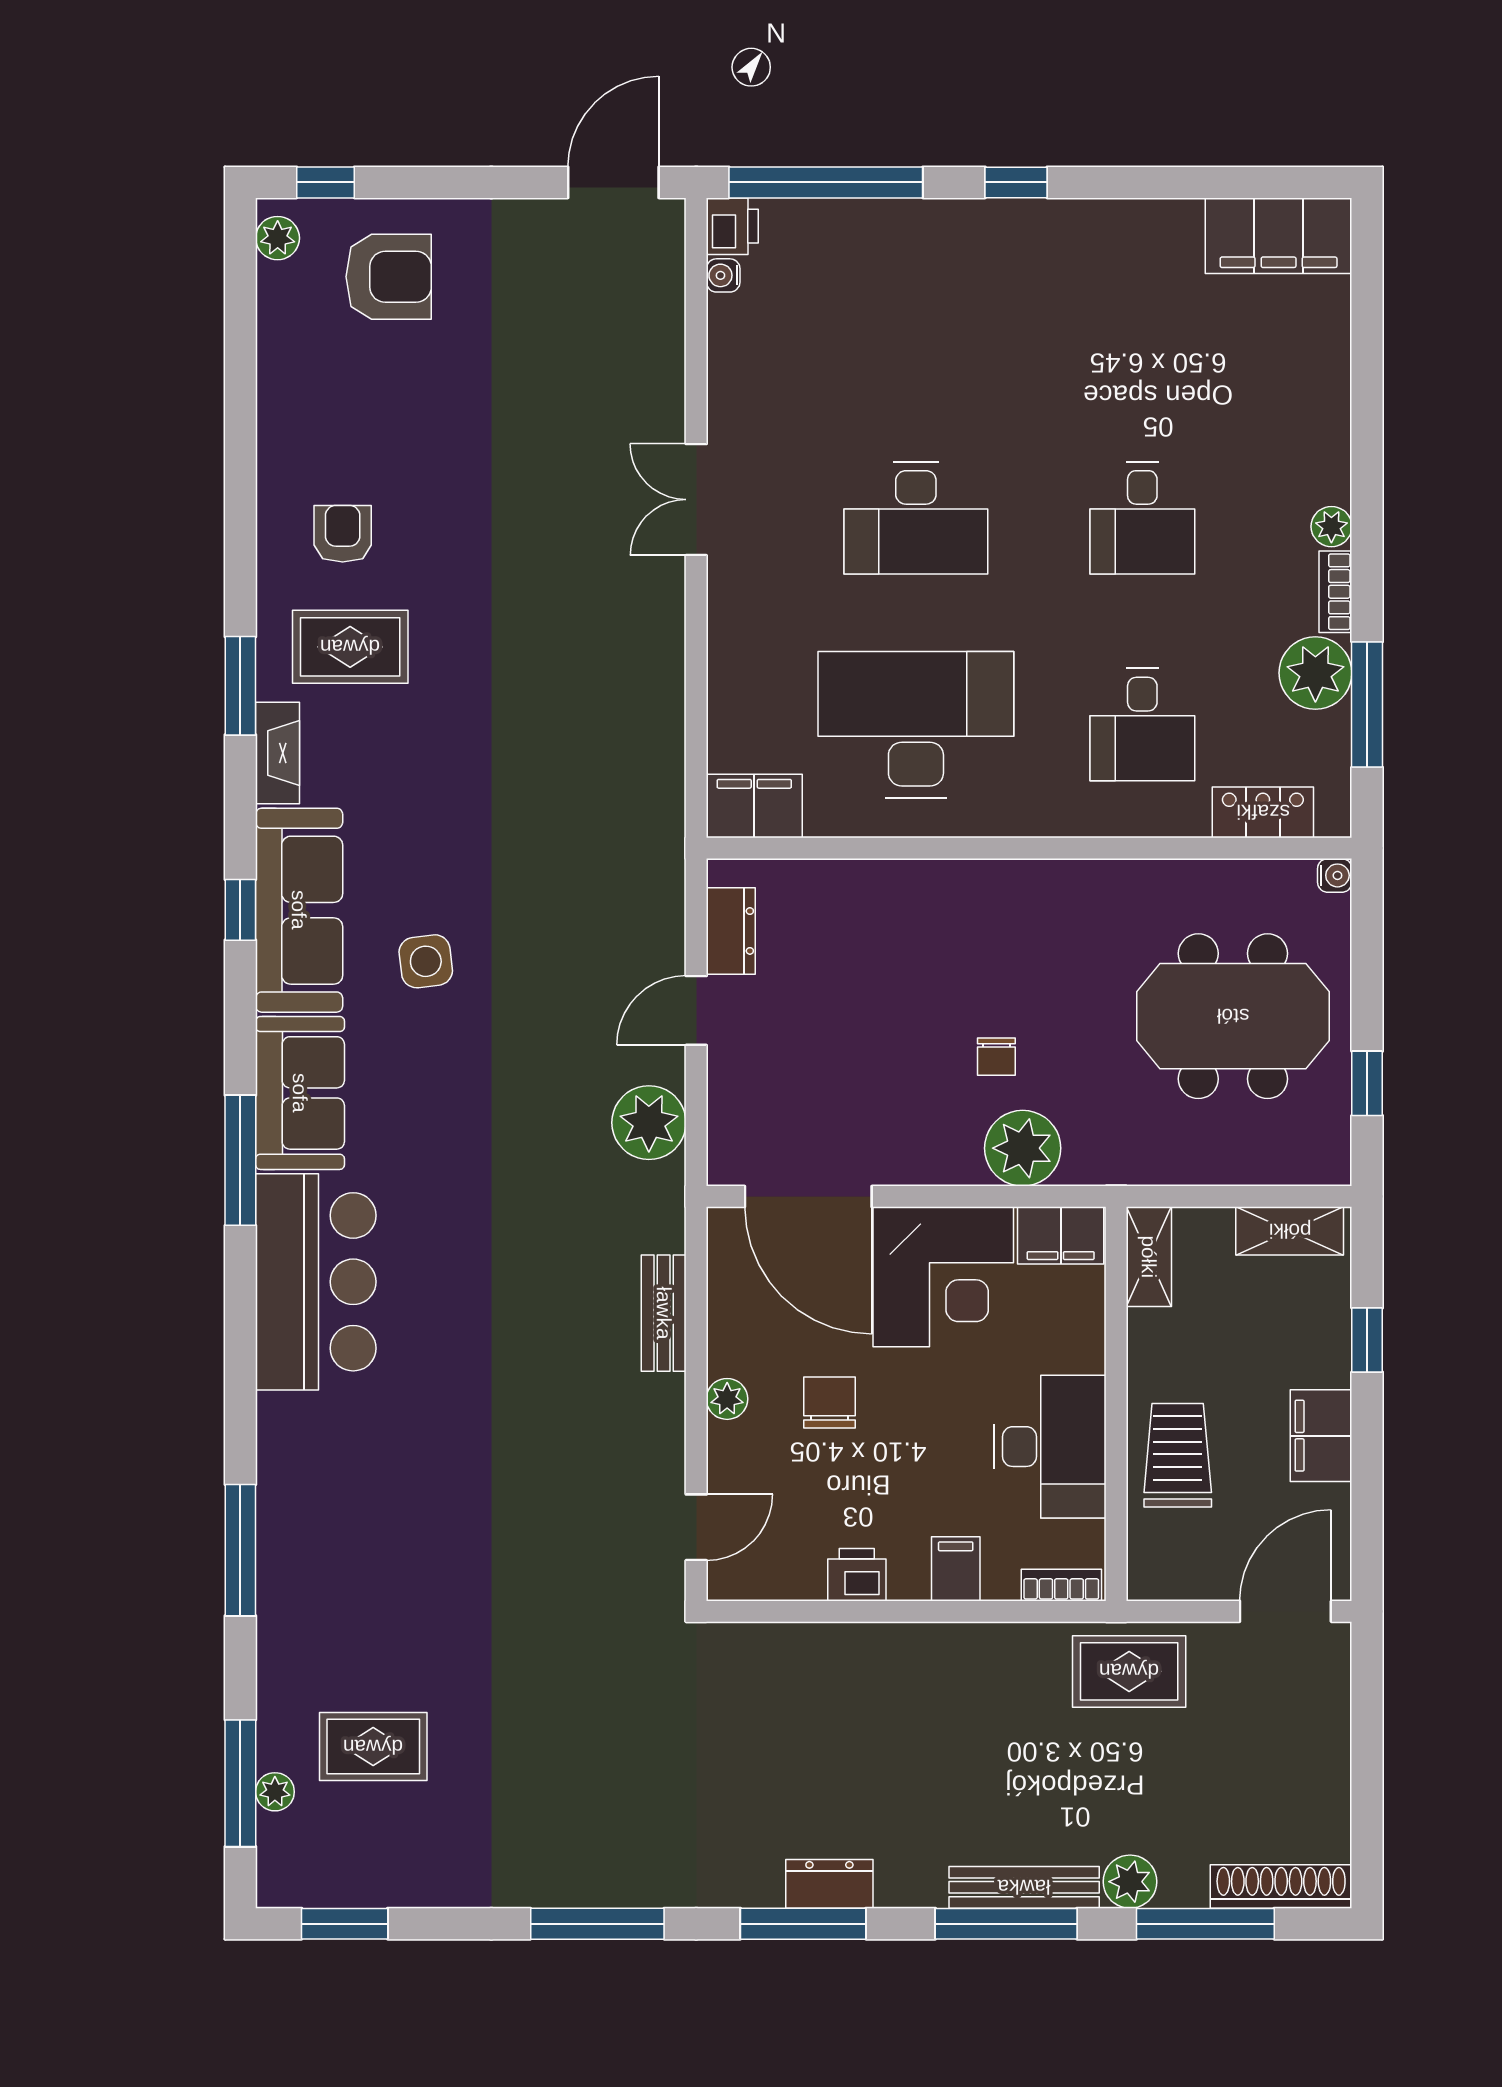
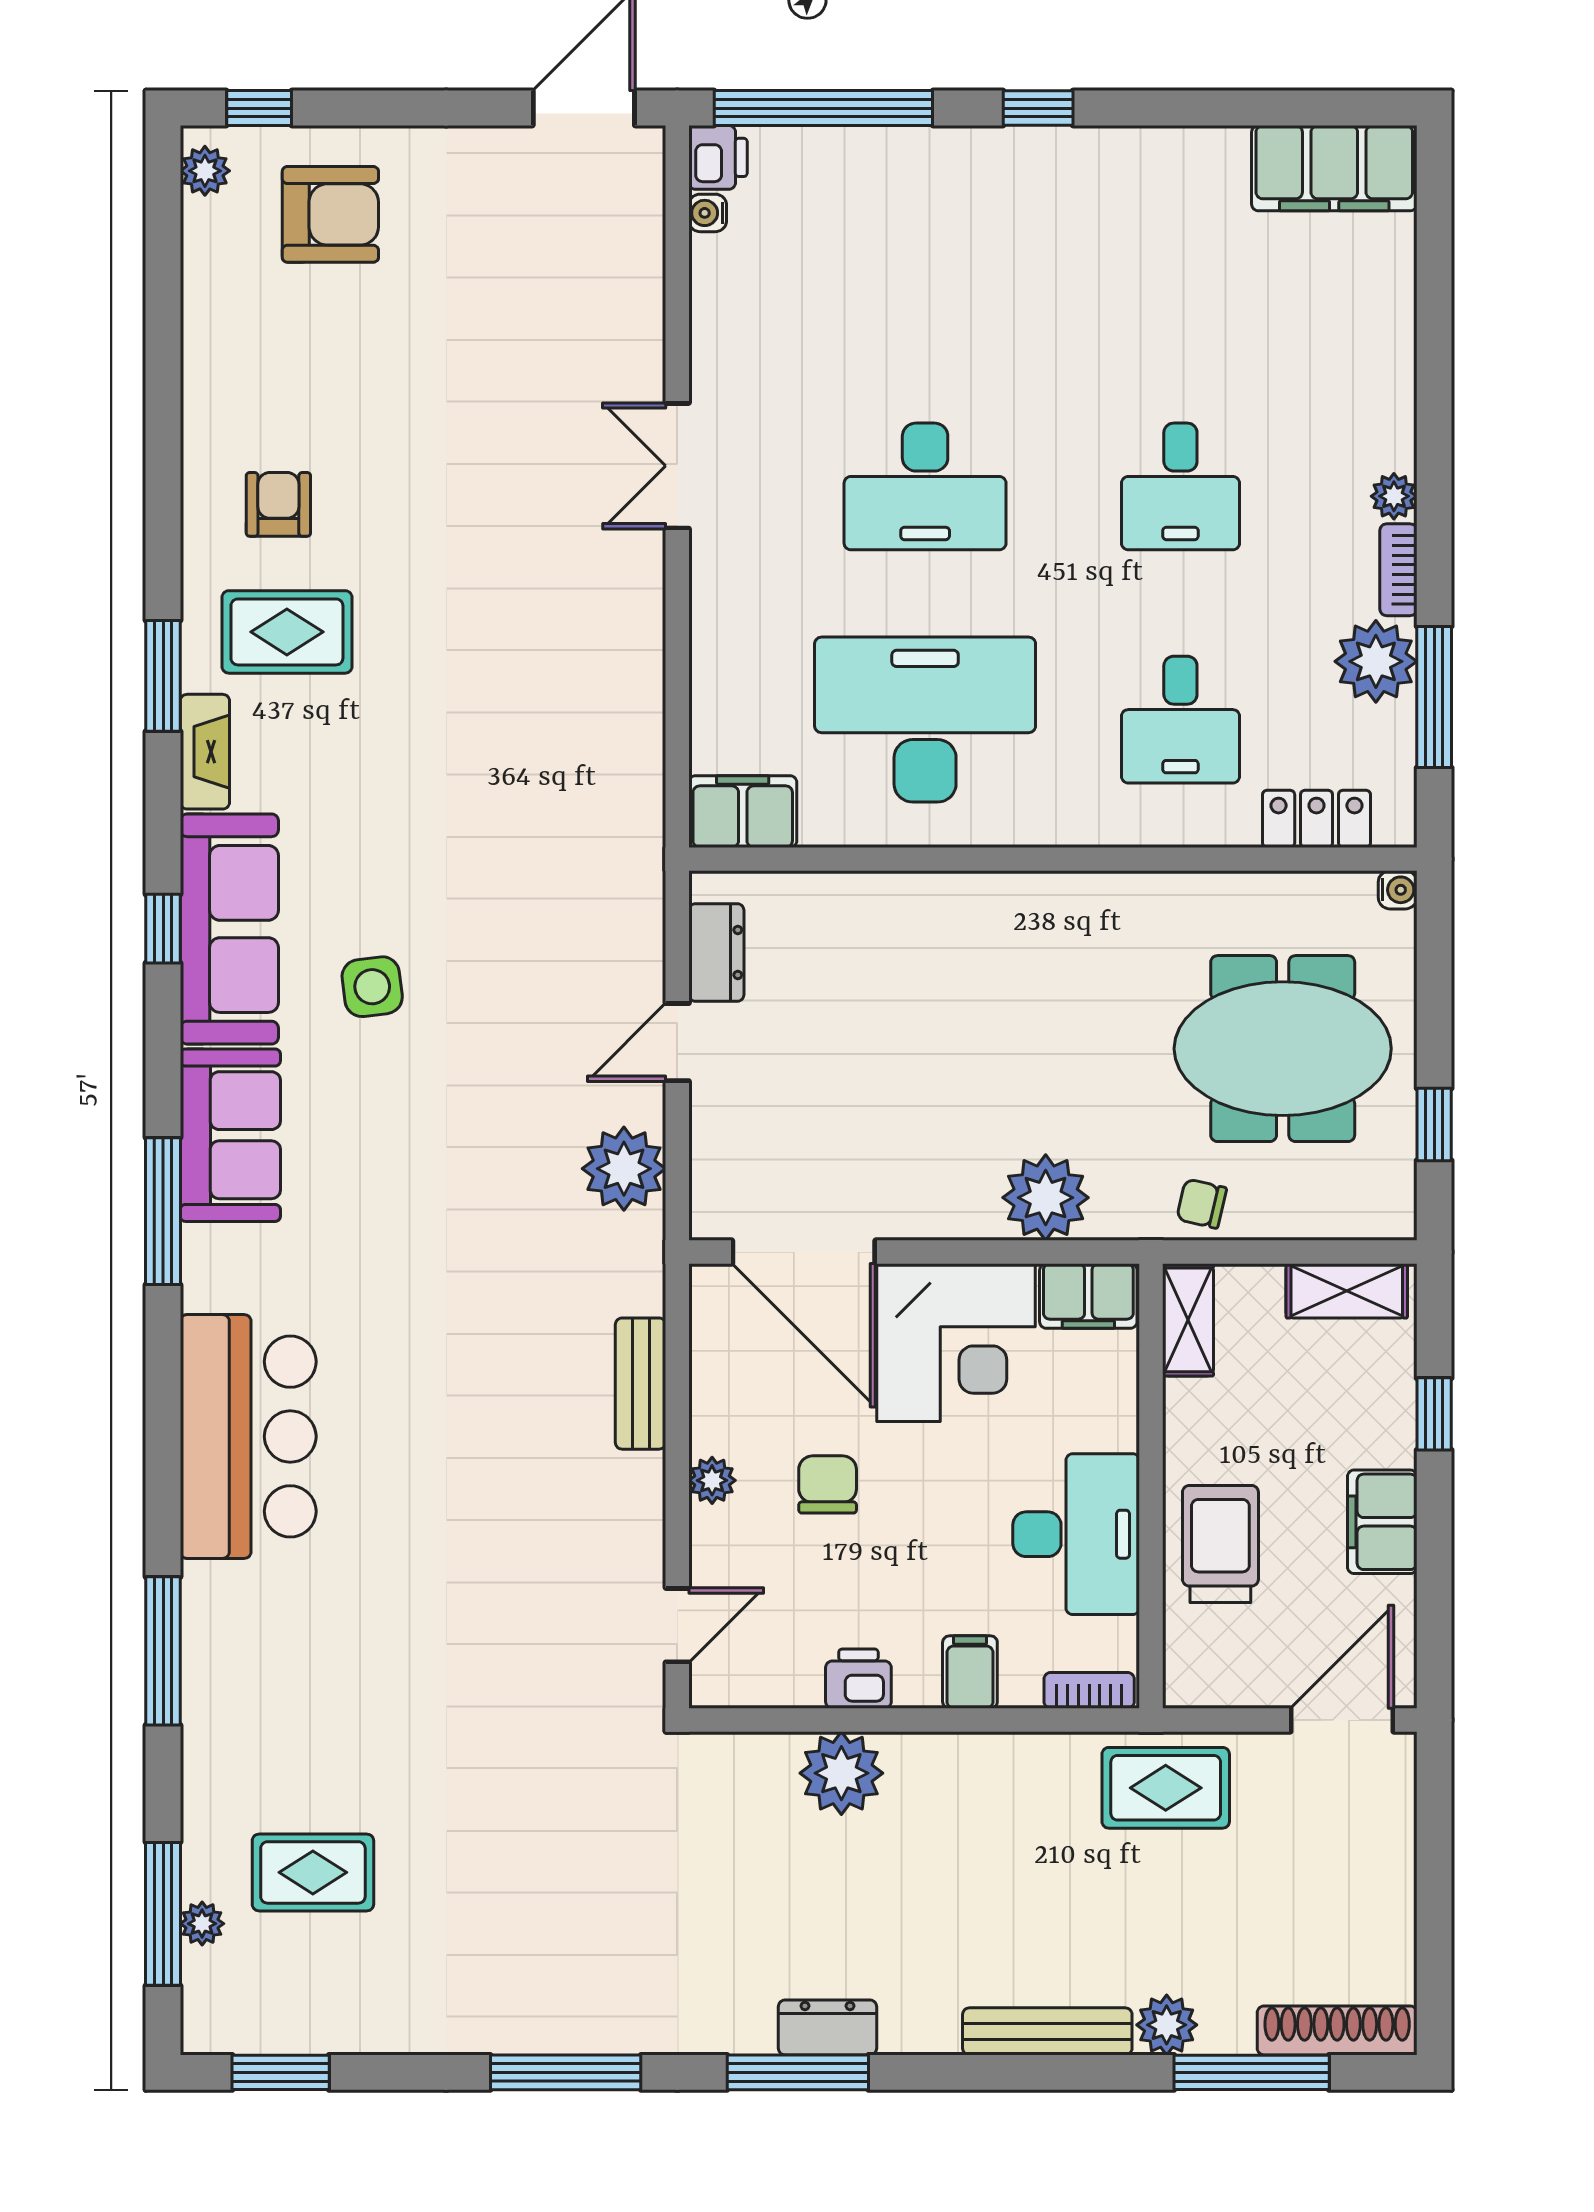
chair: (996, 1057) -> (1202, 1204), moved, turned 103
bar counter: (316, 1282) -> (248, 1437), moved
plant: (842, 1658) -> (841, 1773), added
window: (1006, 1924) -> (1027, 2072), removed

